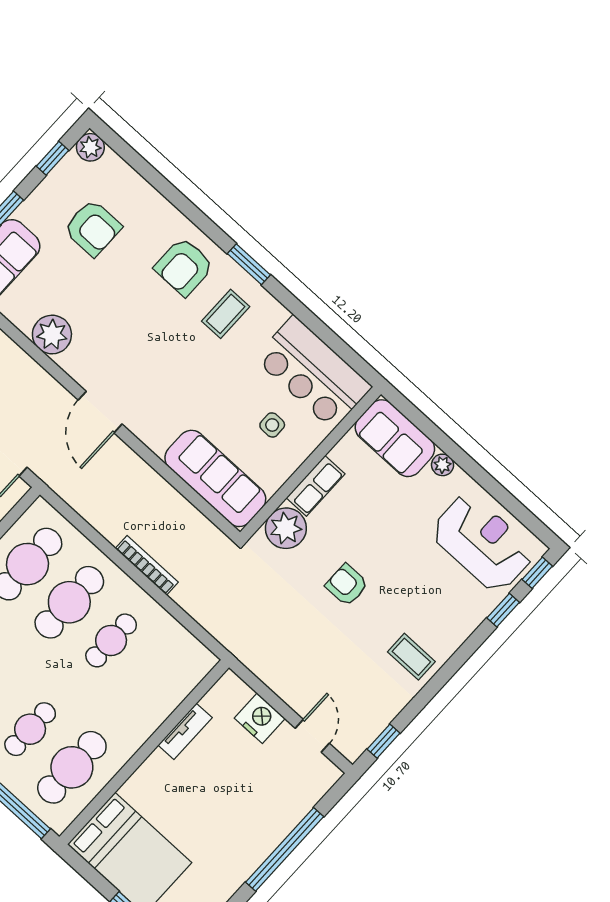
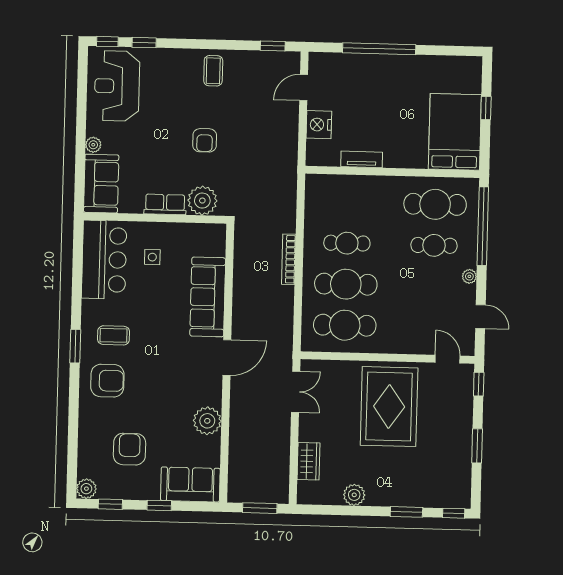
sofa: (215, 478) -> (208, 297), moved

